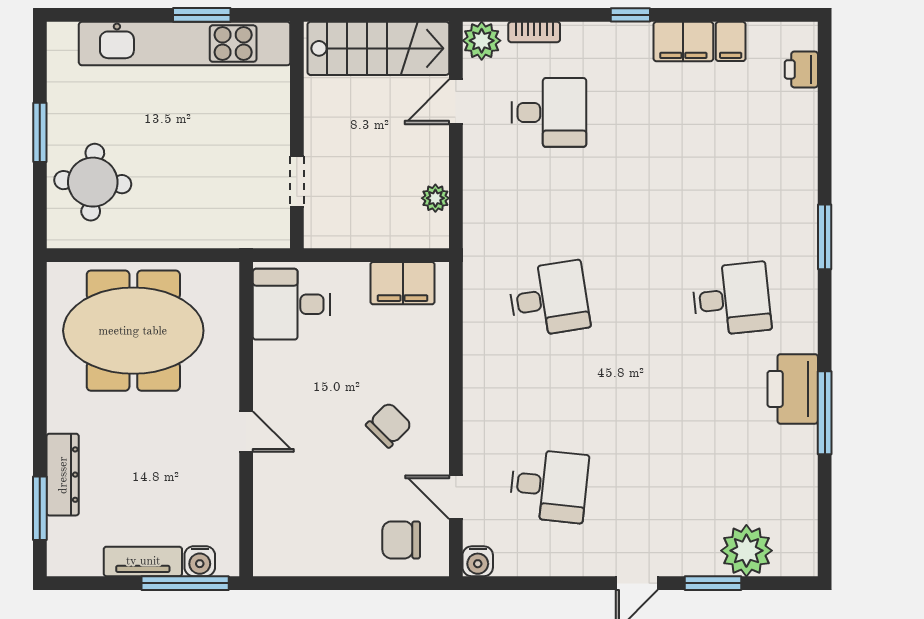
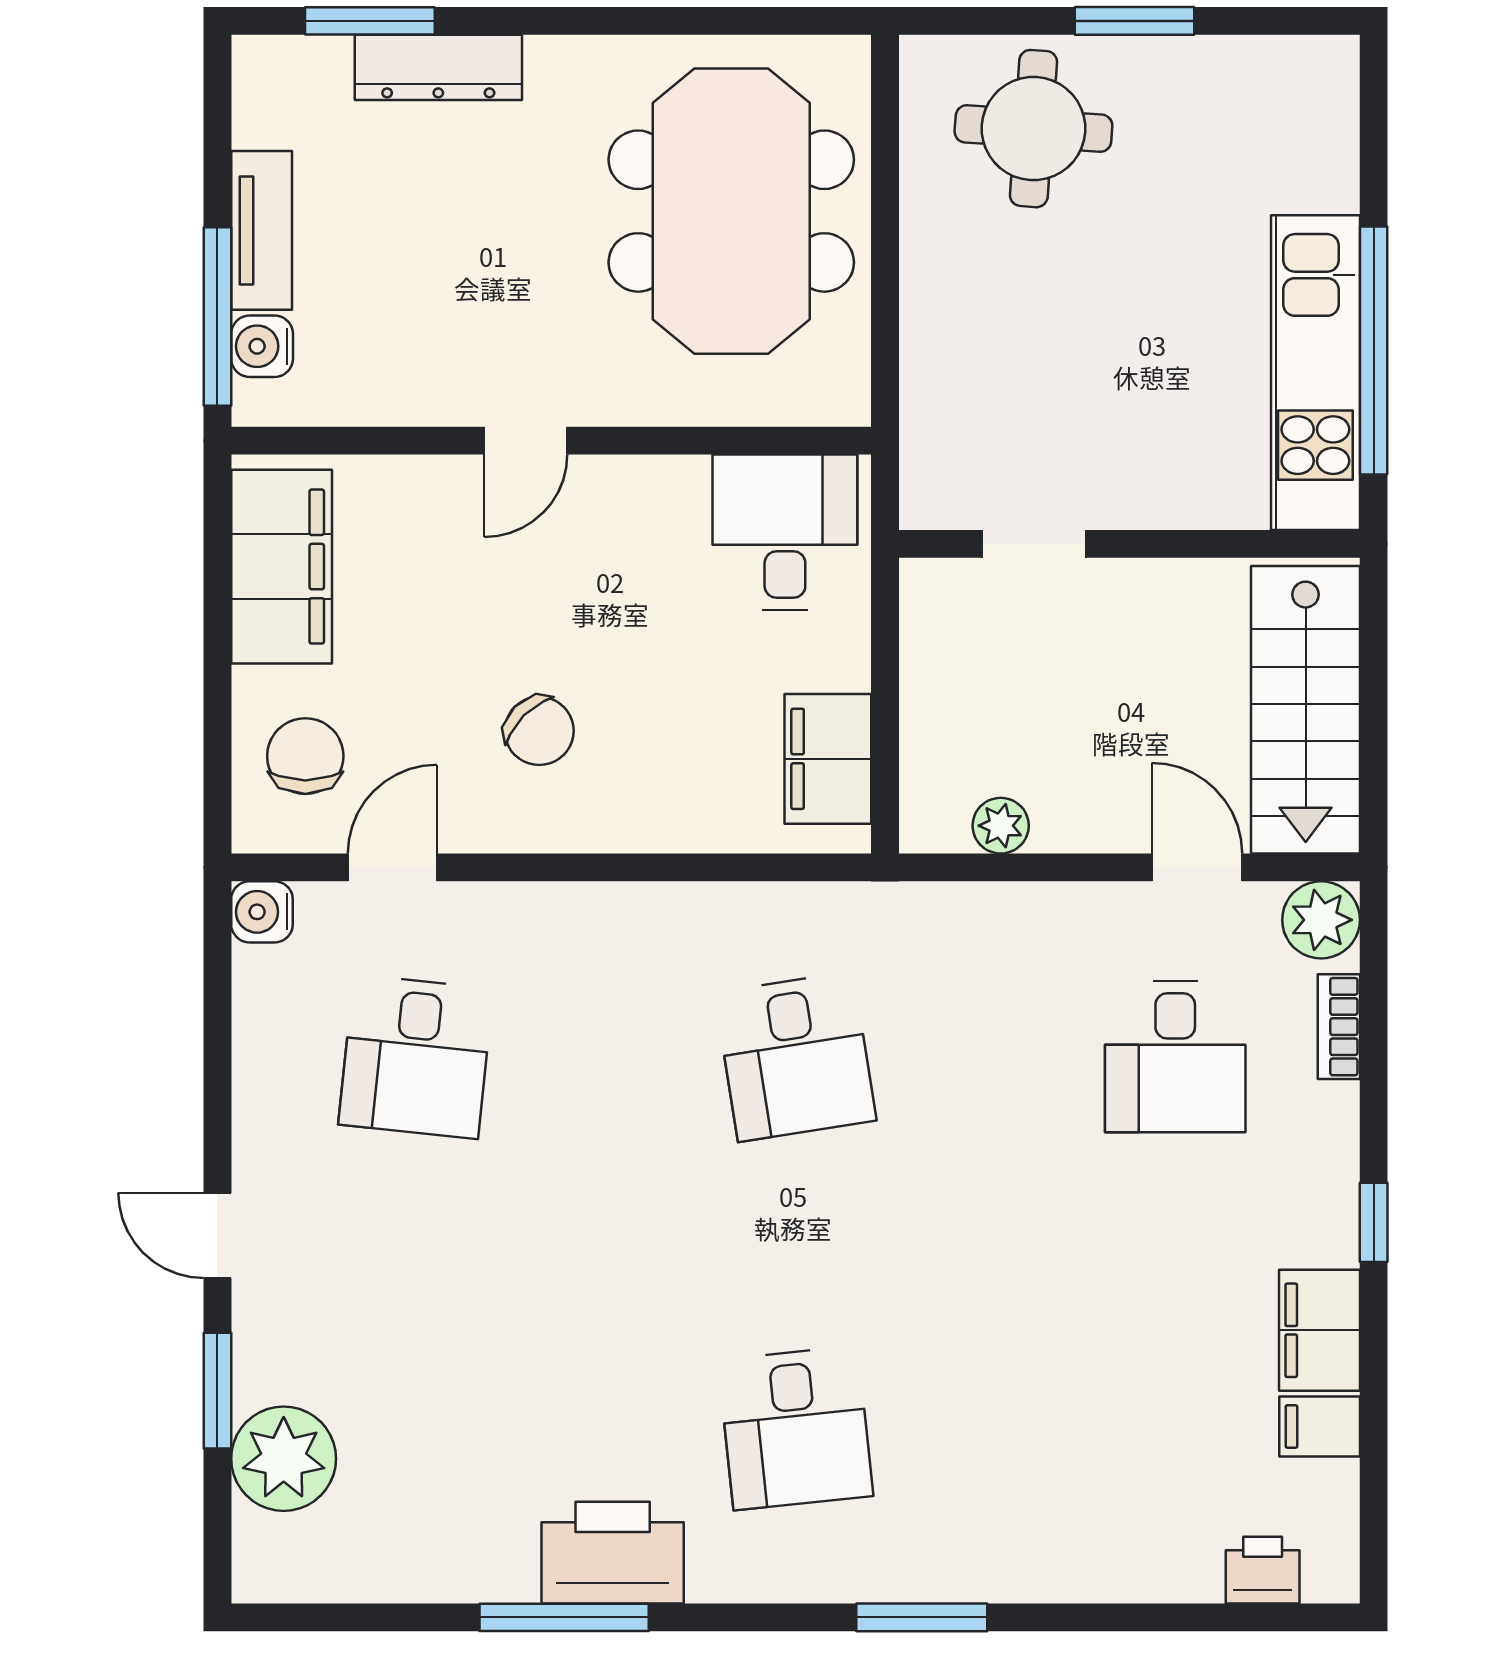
window: (202, 15) -> (1374, 351), width x2.11
kitchen unit: (185, 44) -> (1315, 373), width x0.73
filing cabinet: (308, 552) -> (282, 567), added

